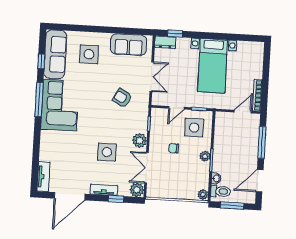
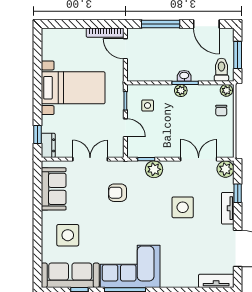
armchair: (122, 98) -> (117, 193), turned 62
side table: (194, 128) -> (148, 105), width x0.54, depth x0.54
plant: (140, 140) -> (154, 169), moved
chair: (174, 148) -> (221, 111), moved
double door: (146, 168) -> (199, 159), swing flipped
washbasin: (216, 178) -> (184, 76), moved

